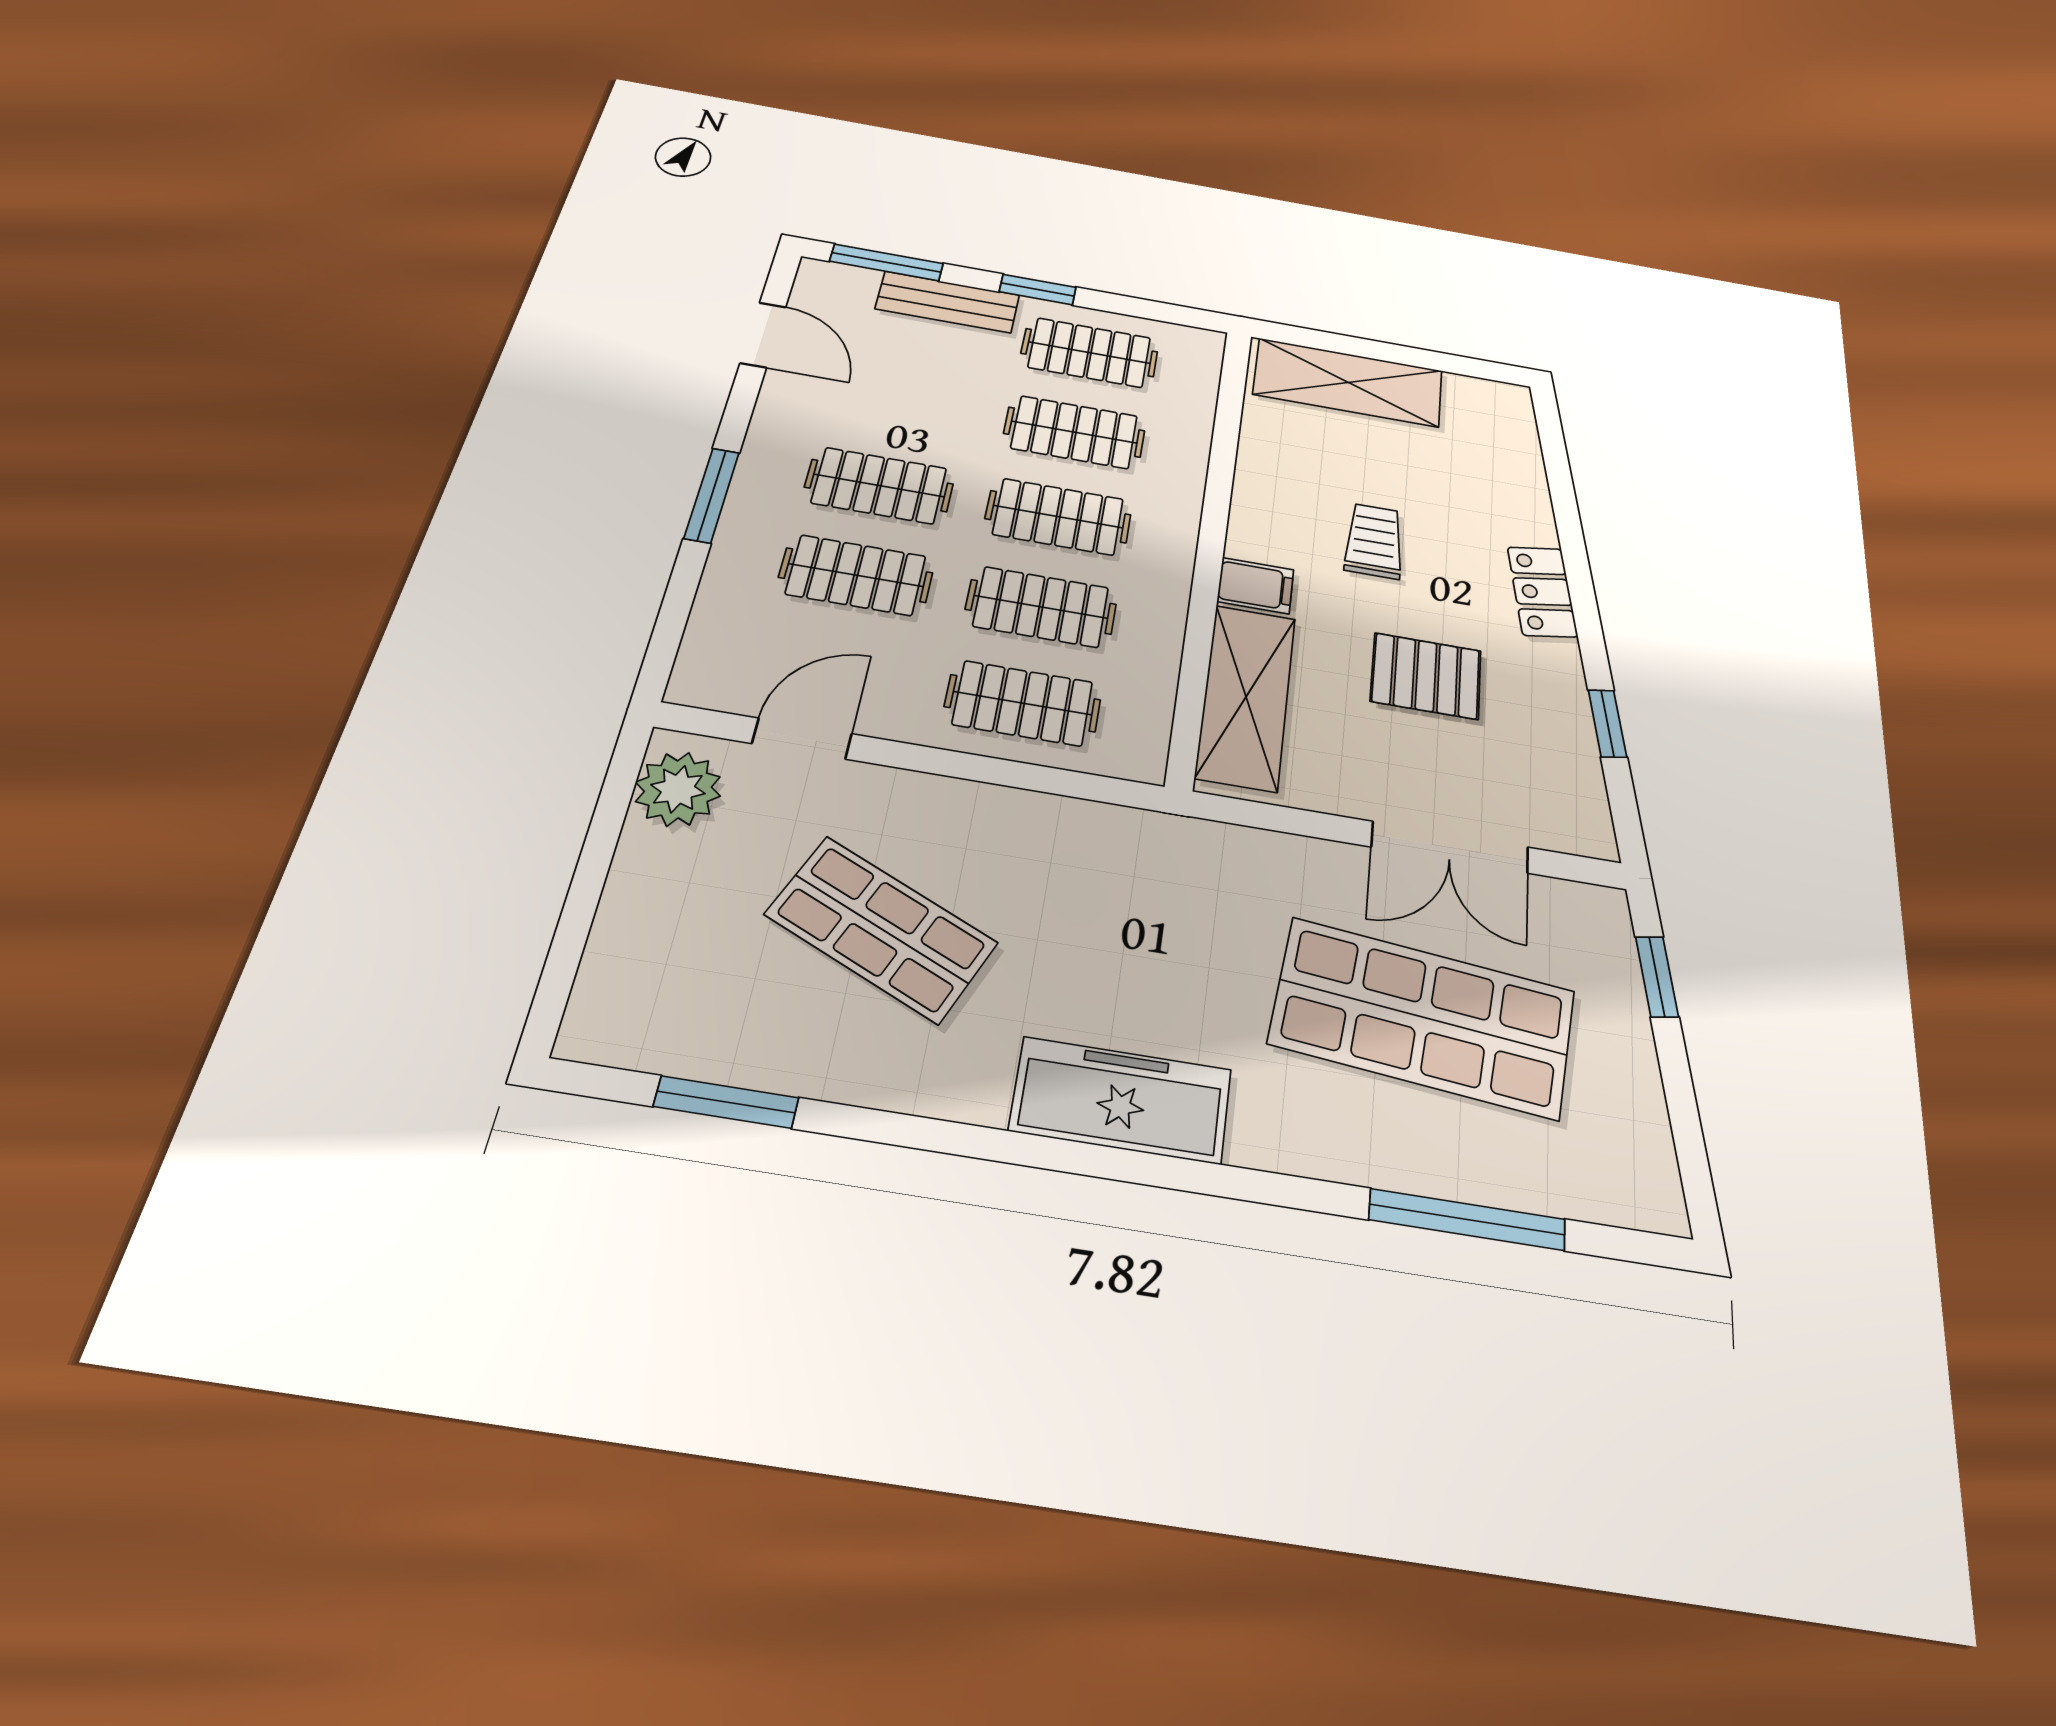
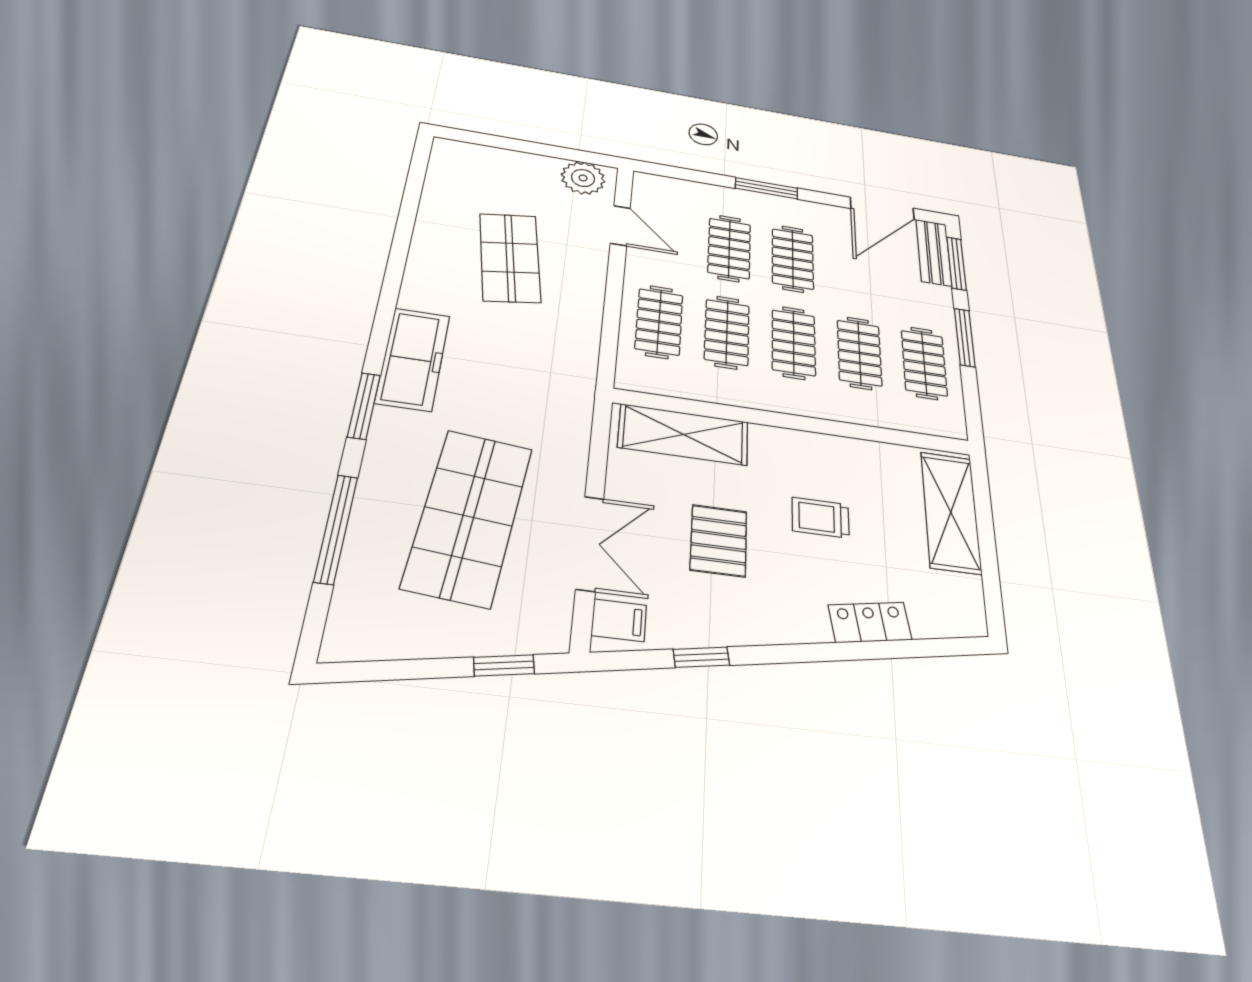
window: (1038, 290) -> (965, 337), width x1.50
bench: (948, 302) -> (934, 252), moved
door: (763, 335) -> (882, 208), width x1.38
trolley: (1374, 541) -> (821, 518), turned 180
filing cabinet: (1256, 586) -> (619, 620), moved, turned -90
locker: (1542, 592) -> (870, 622), moved
double door: (1450, 847) -> (590, 543), swing flipped
shop shelf: (881, 929) -> (510, 258), turned -33
window: (726, 1102) -> (364, 406), moved

